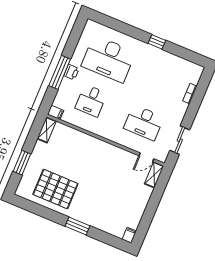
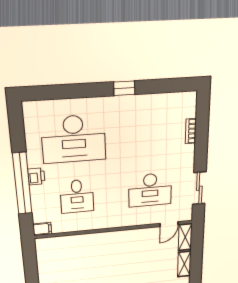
window: (60, 72) -> (22, 184), width x1.46
shelving: (47, 130) -> (184, 264), moved

